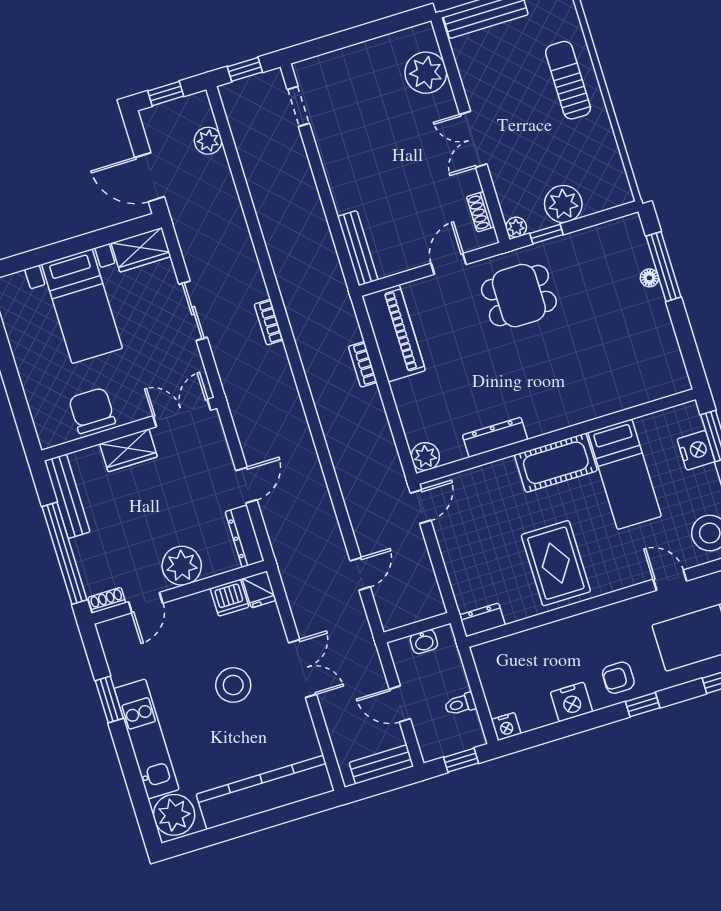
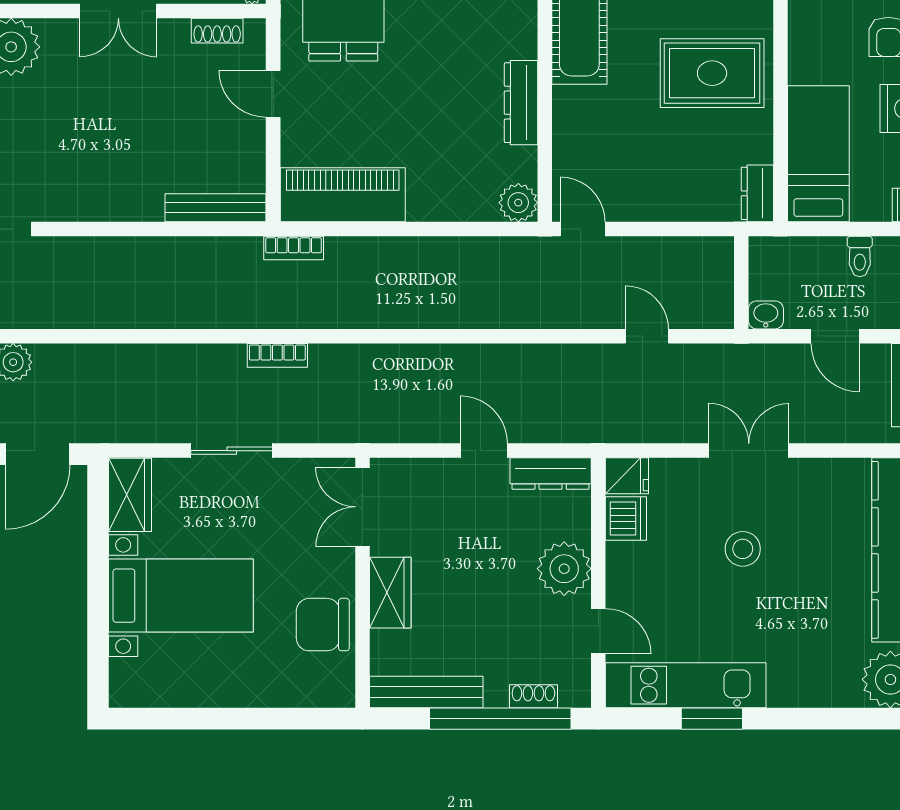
bookcase: (363, 364) -> (294, 248), moved
shoe rack: (107, 600) -> (533, 696), moved, turned 90
washbasin: (424, 642) -> (766, 315), moved, turned -90
bed: (523, 654) -> (818, 154), added
stool: (233, 685) -> (743, 549), width x0.73, depth x0.73
door: (400, 704) -> (835, 336), hinge flipped
kitchen unit: (147, 739) -> (686, 685), moved

